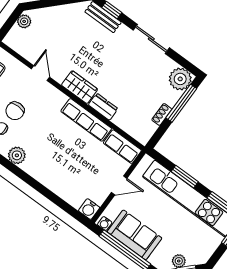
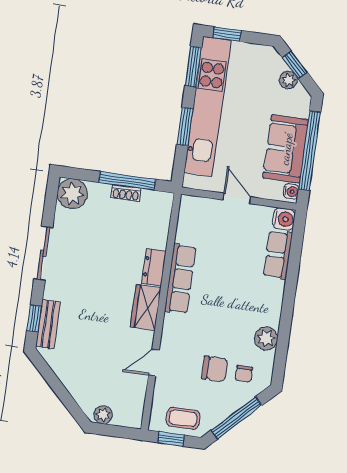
window: (181, 103) -> (127, 181), moved
row of seats: (122, 147) -> (278, 255), moved, turned 180

